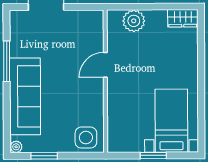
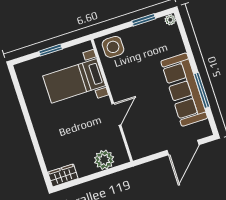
sofa: (25, 96) -> (184, 90), moved
bed with nightstands: (171, 121) -> (74, 81), moved, turned 90

